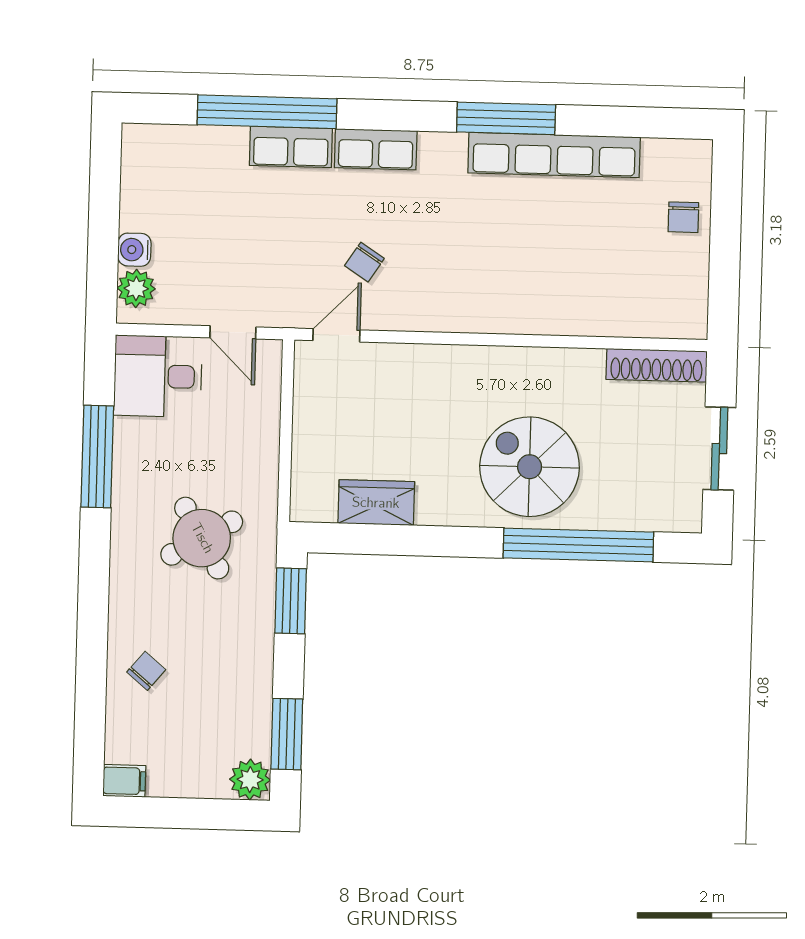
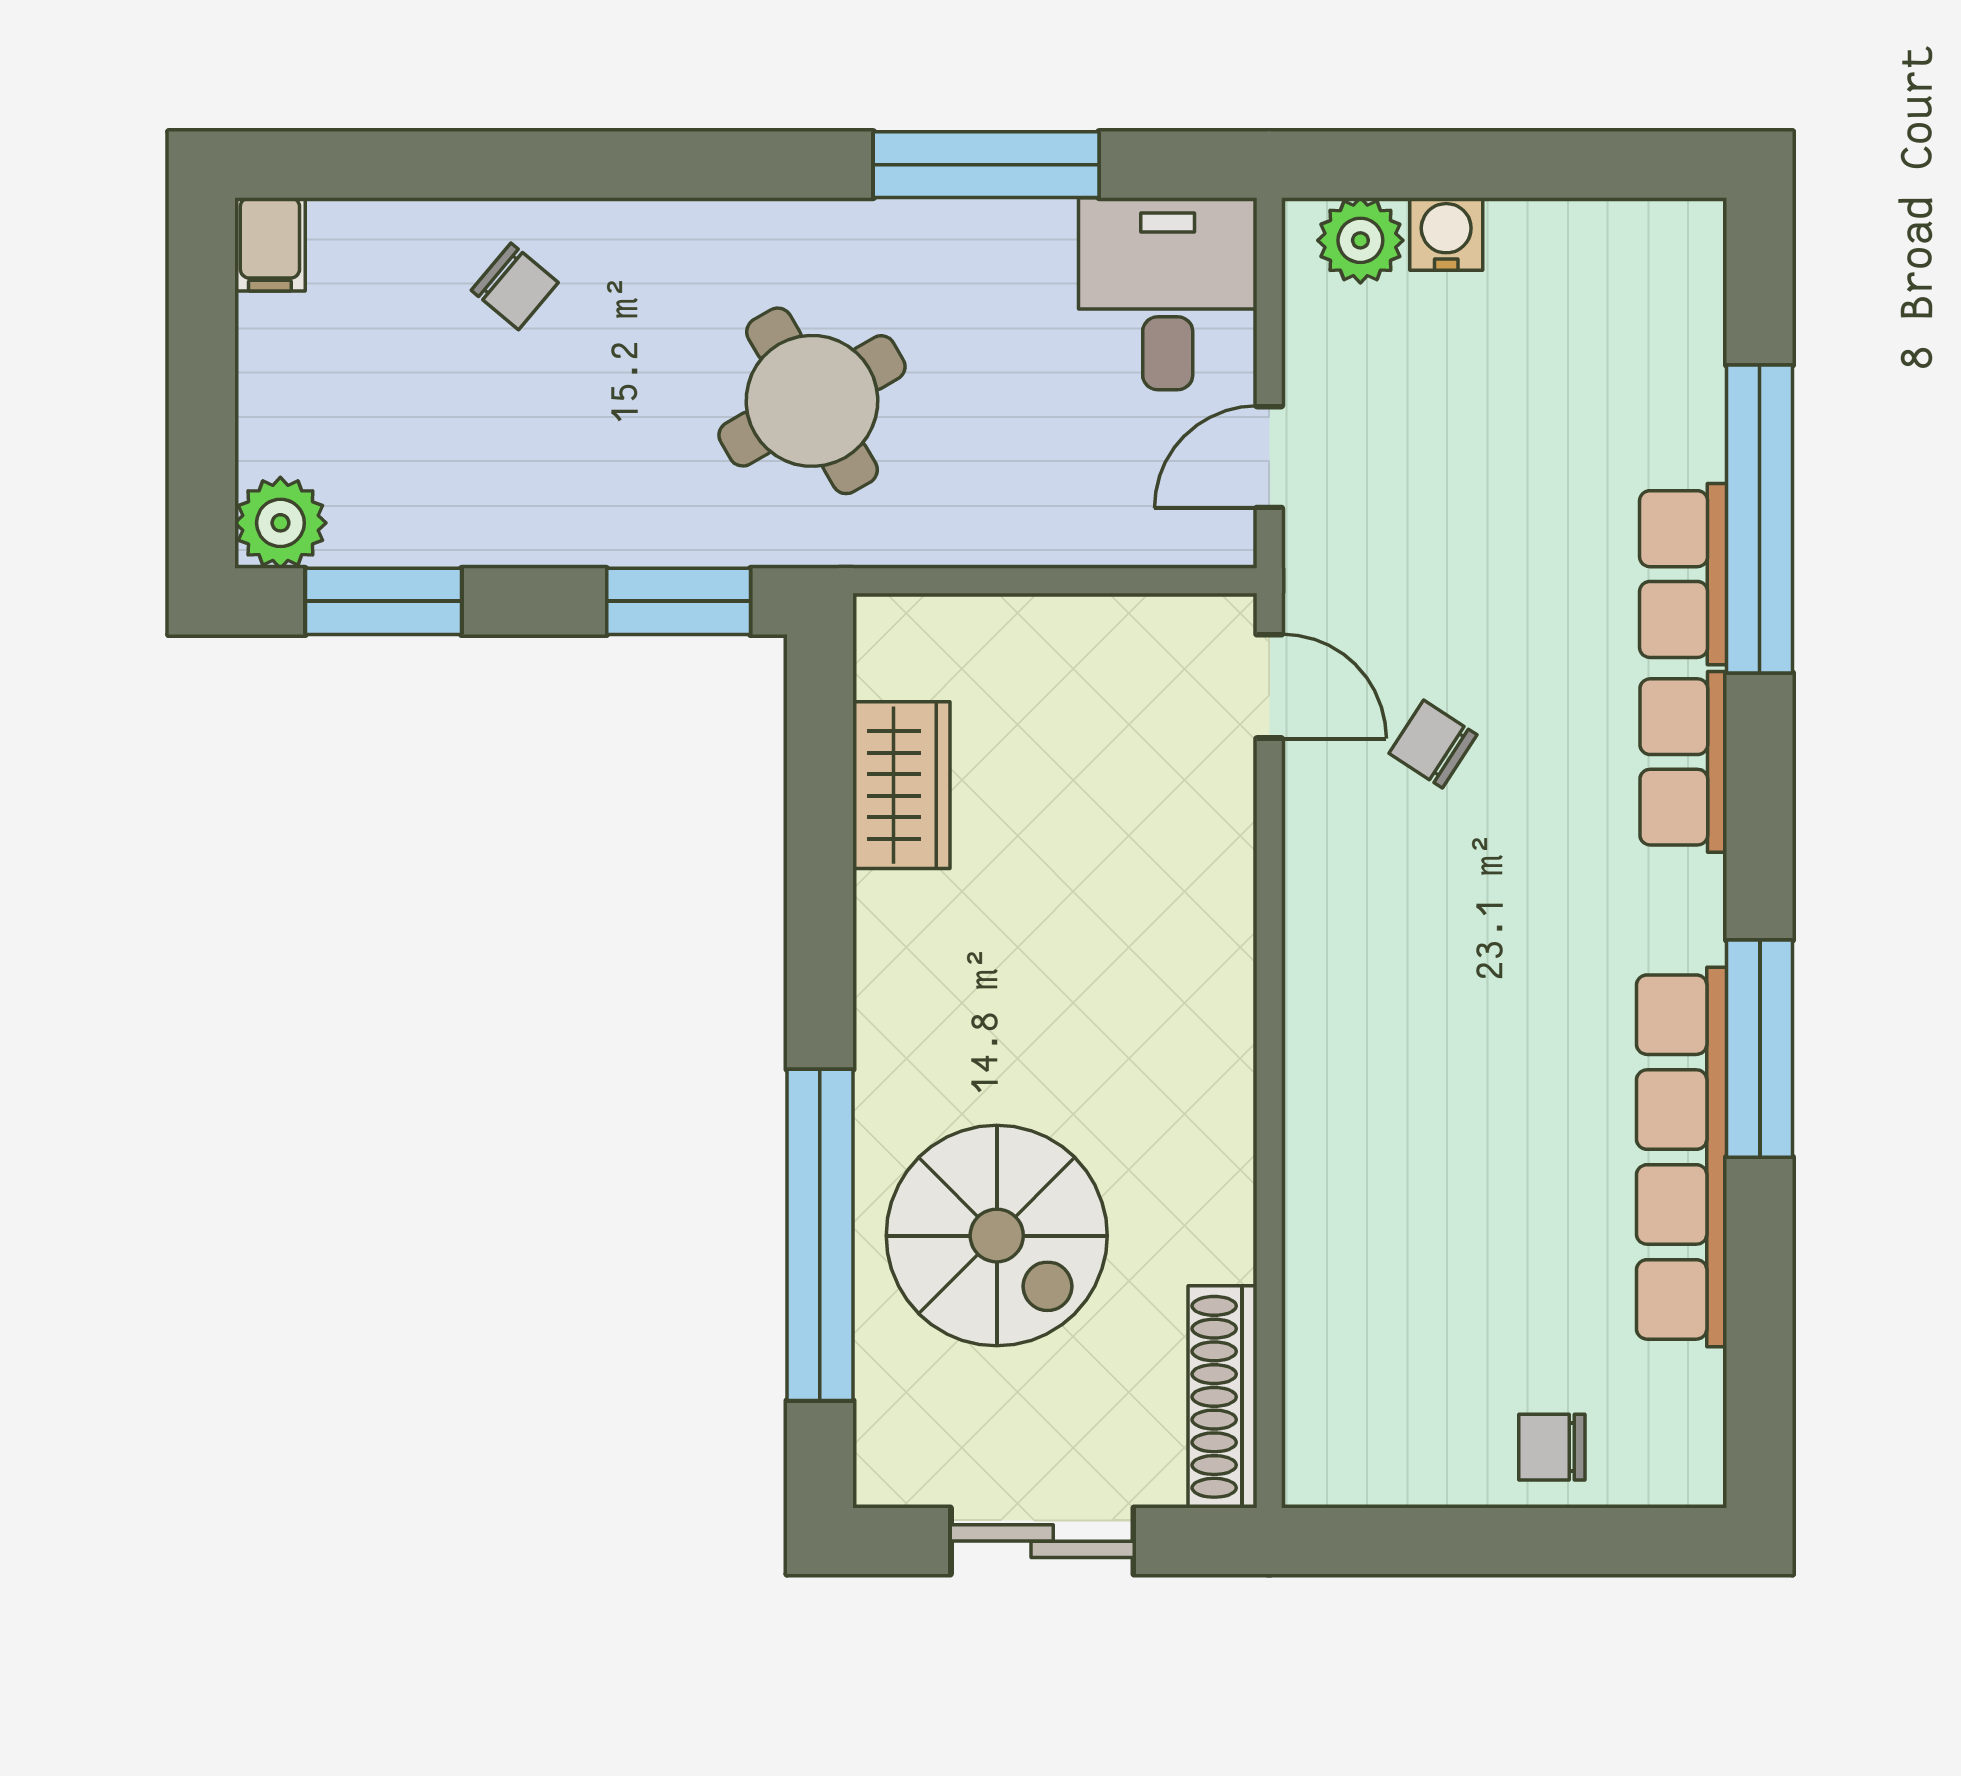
spiral stairs: (530, 467) -> (997, 1236), moved, turned 90

